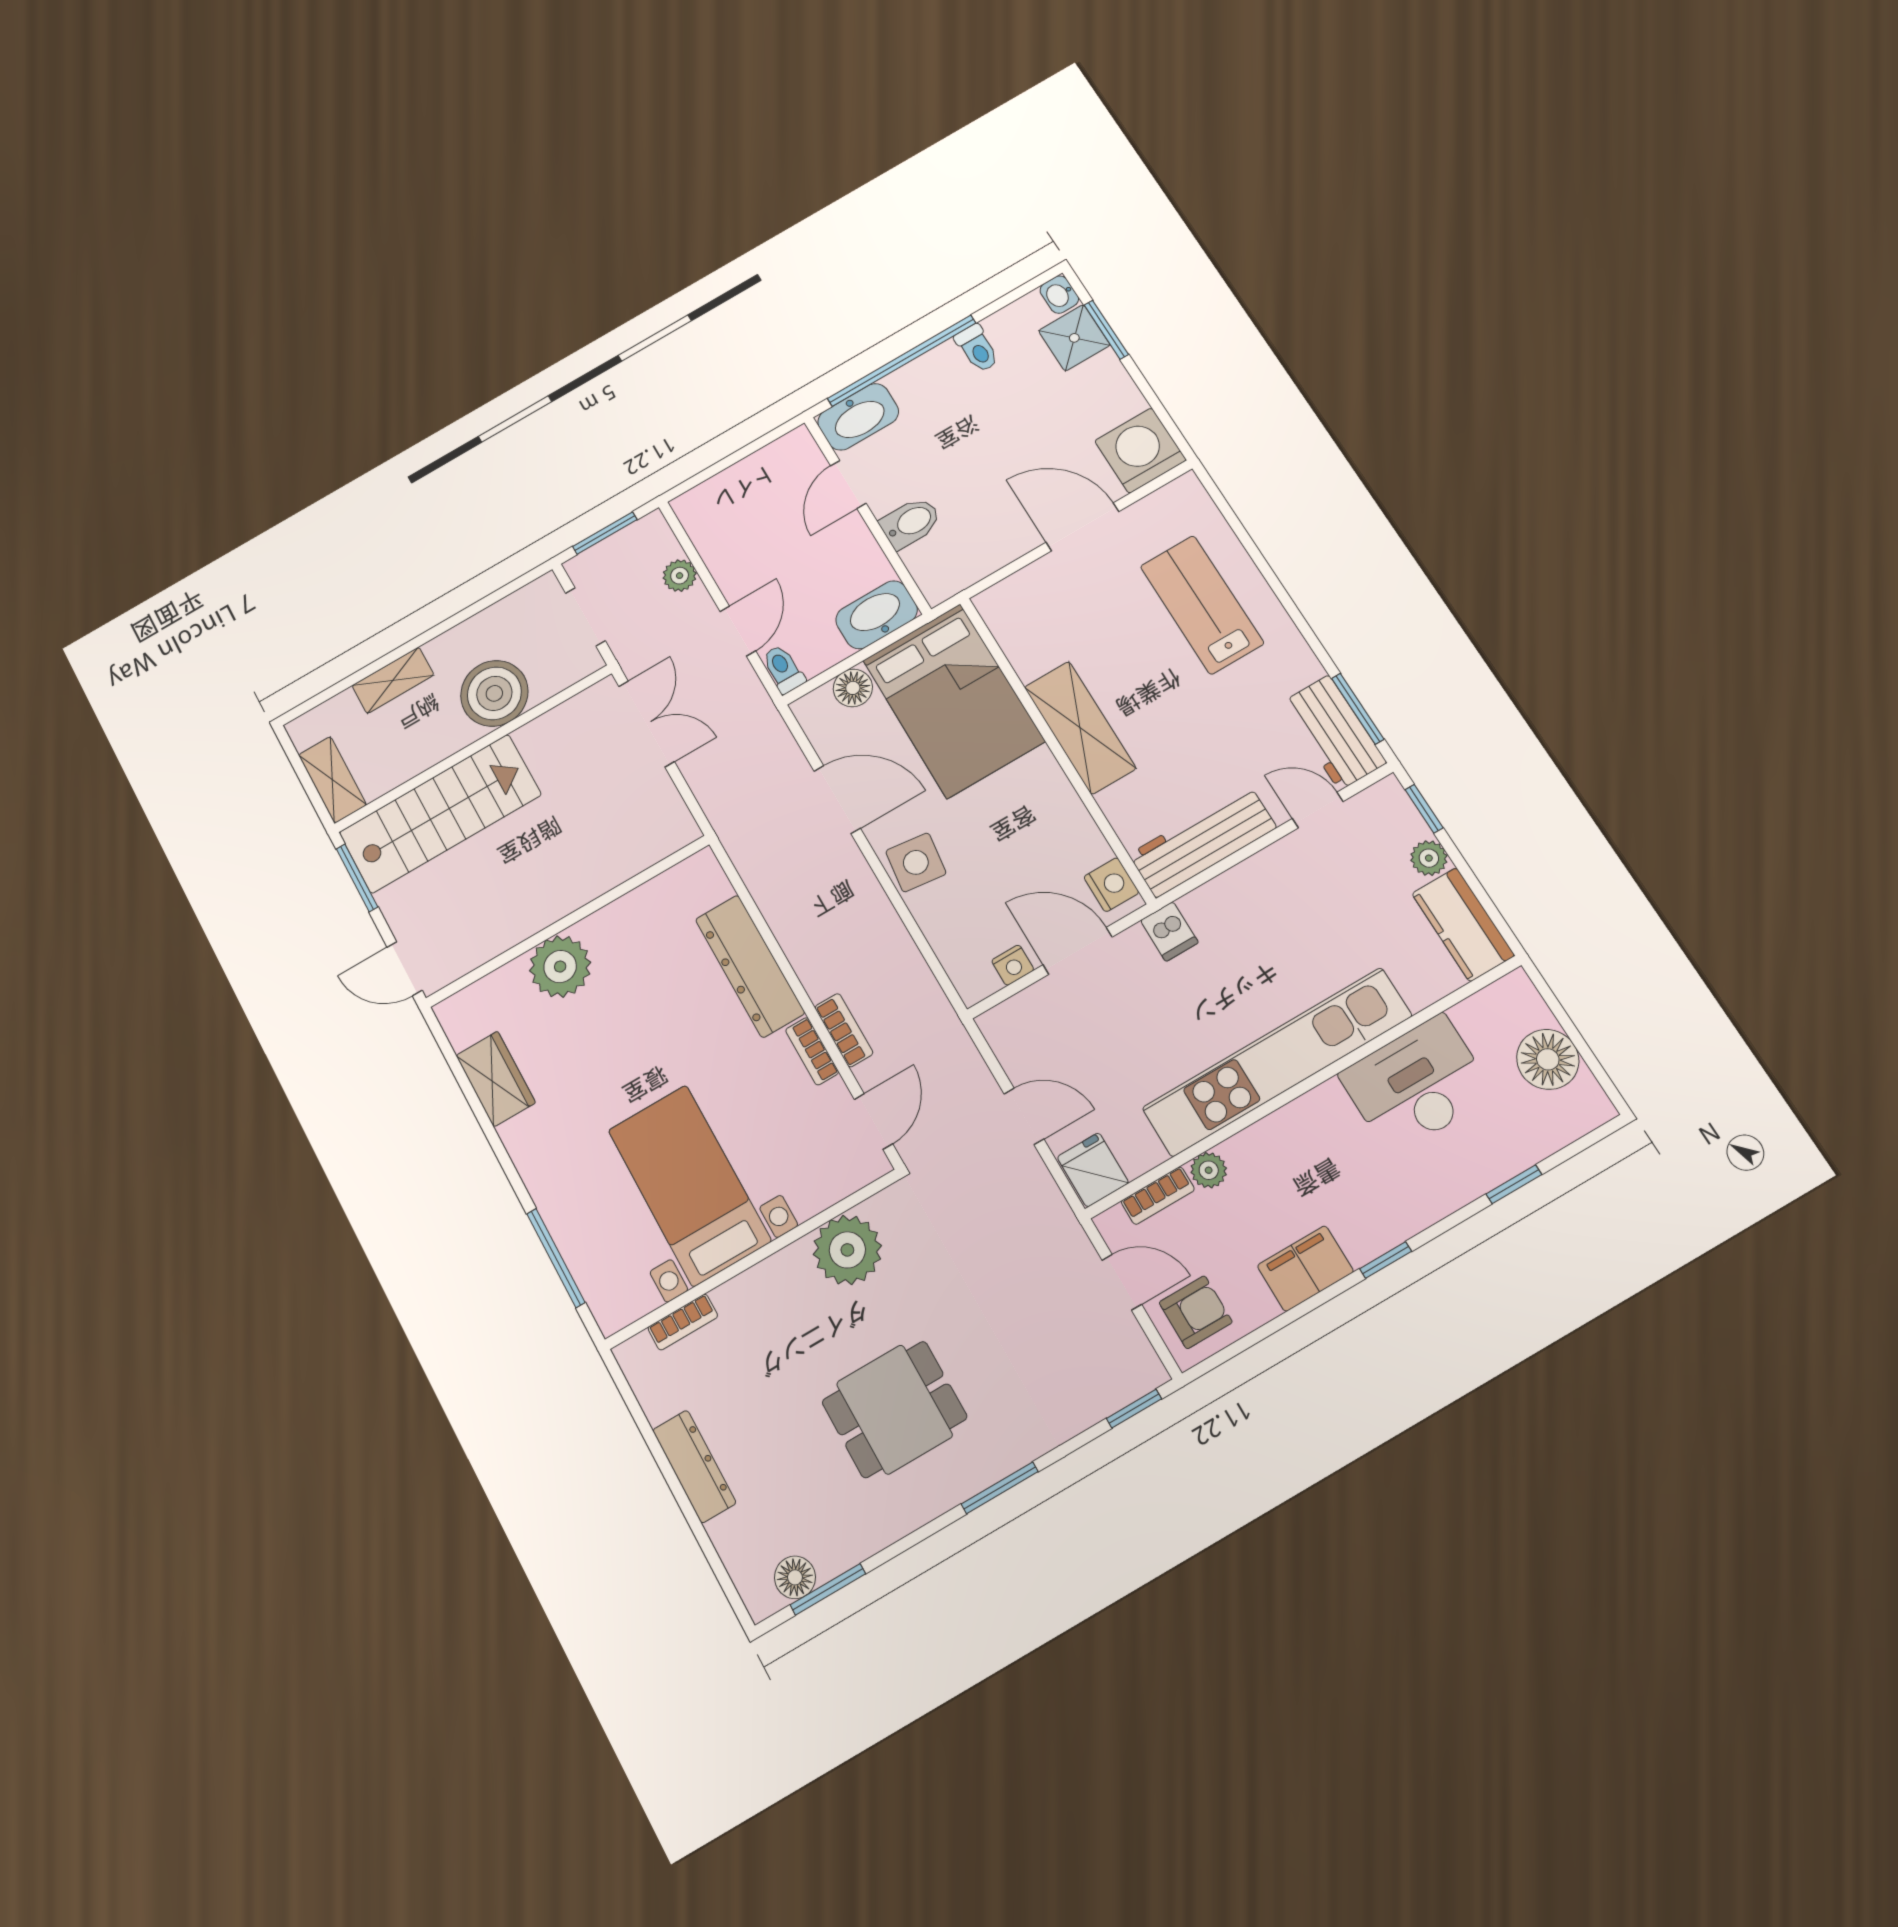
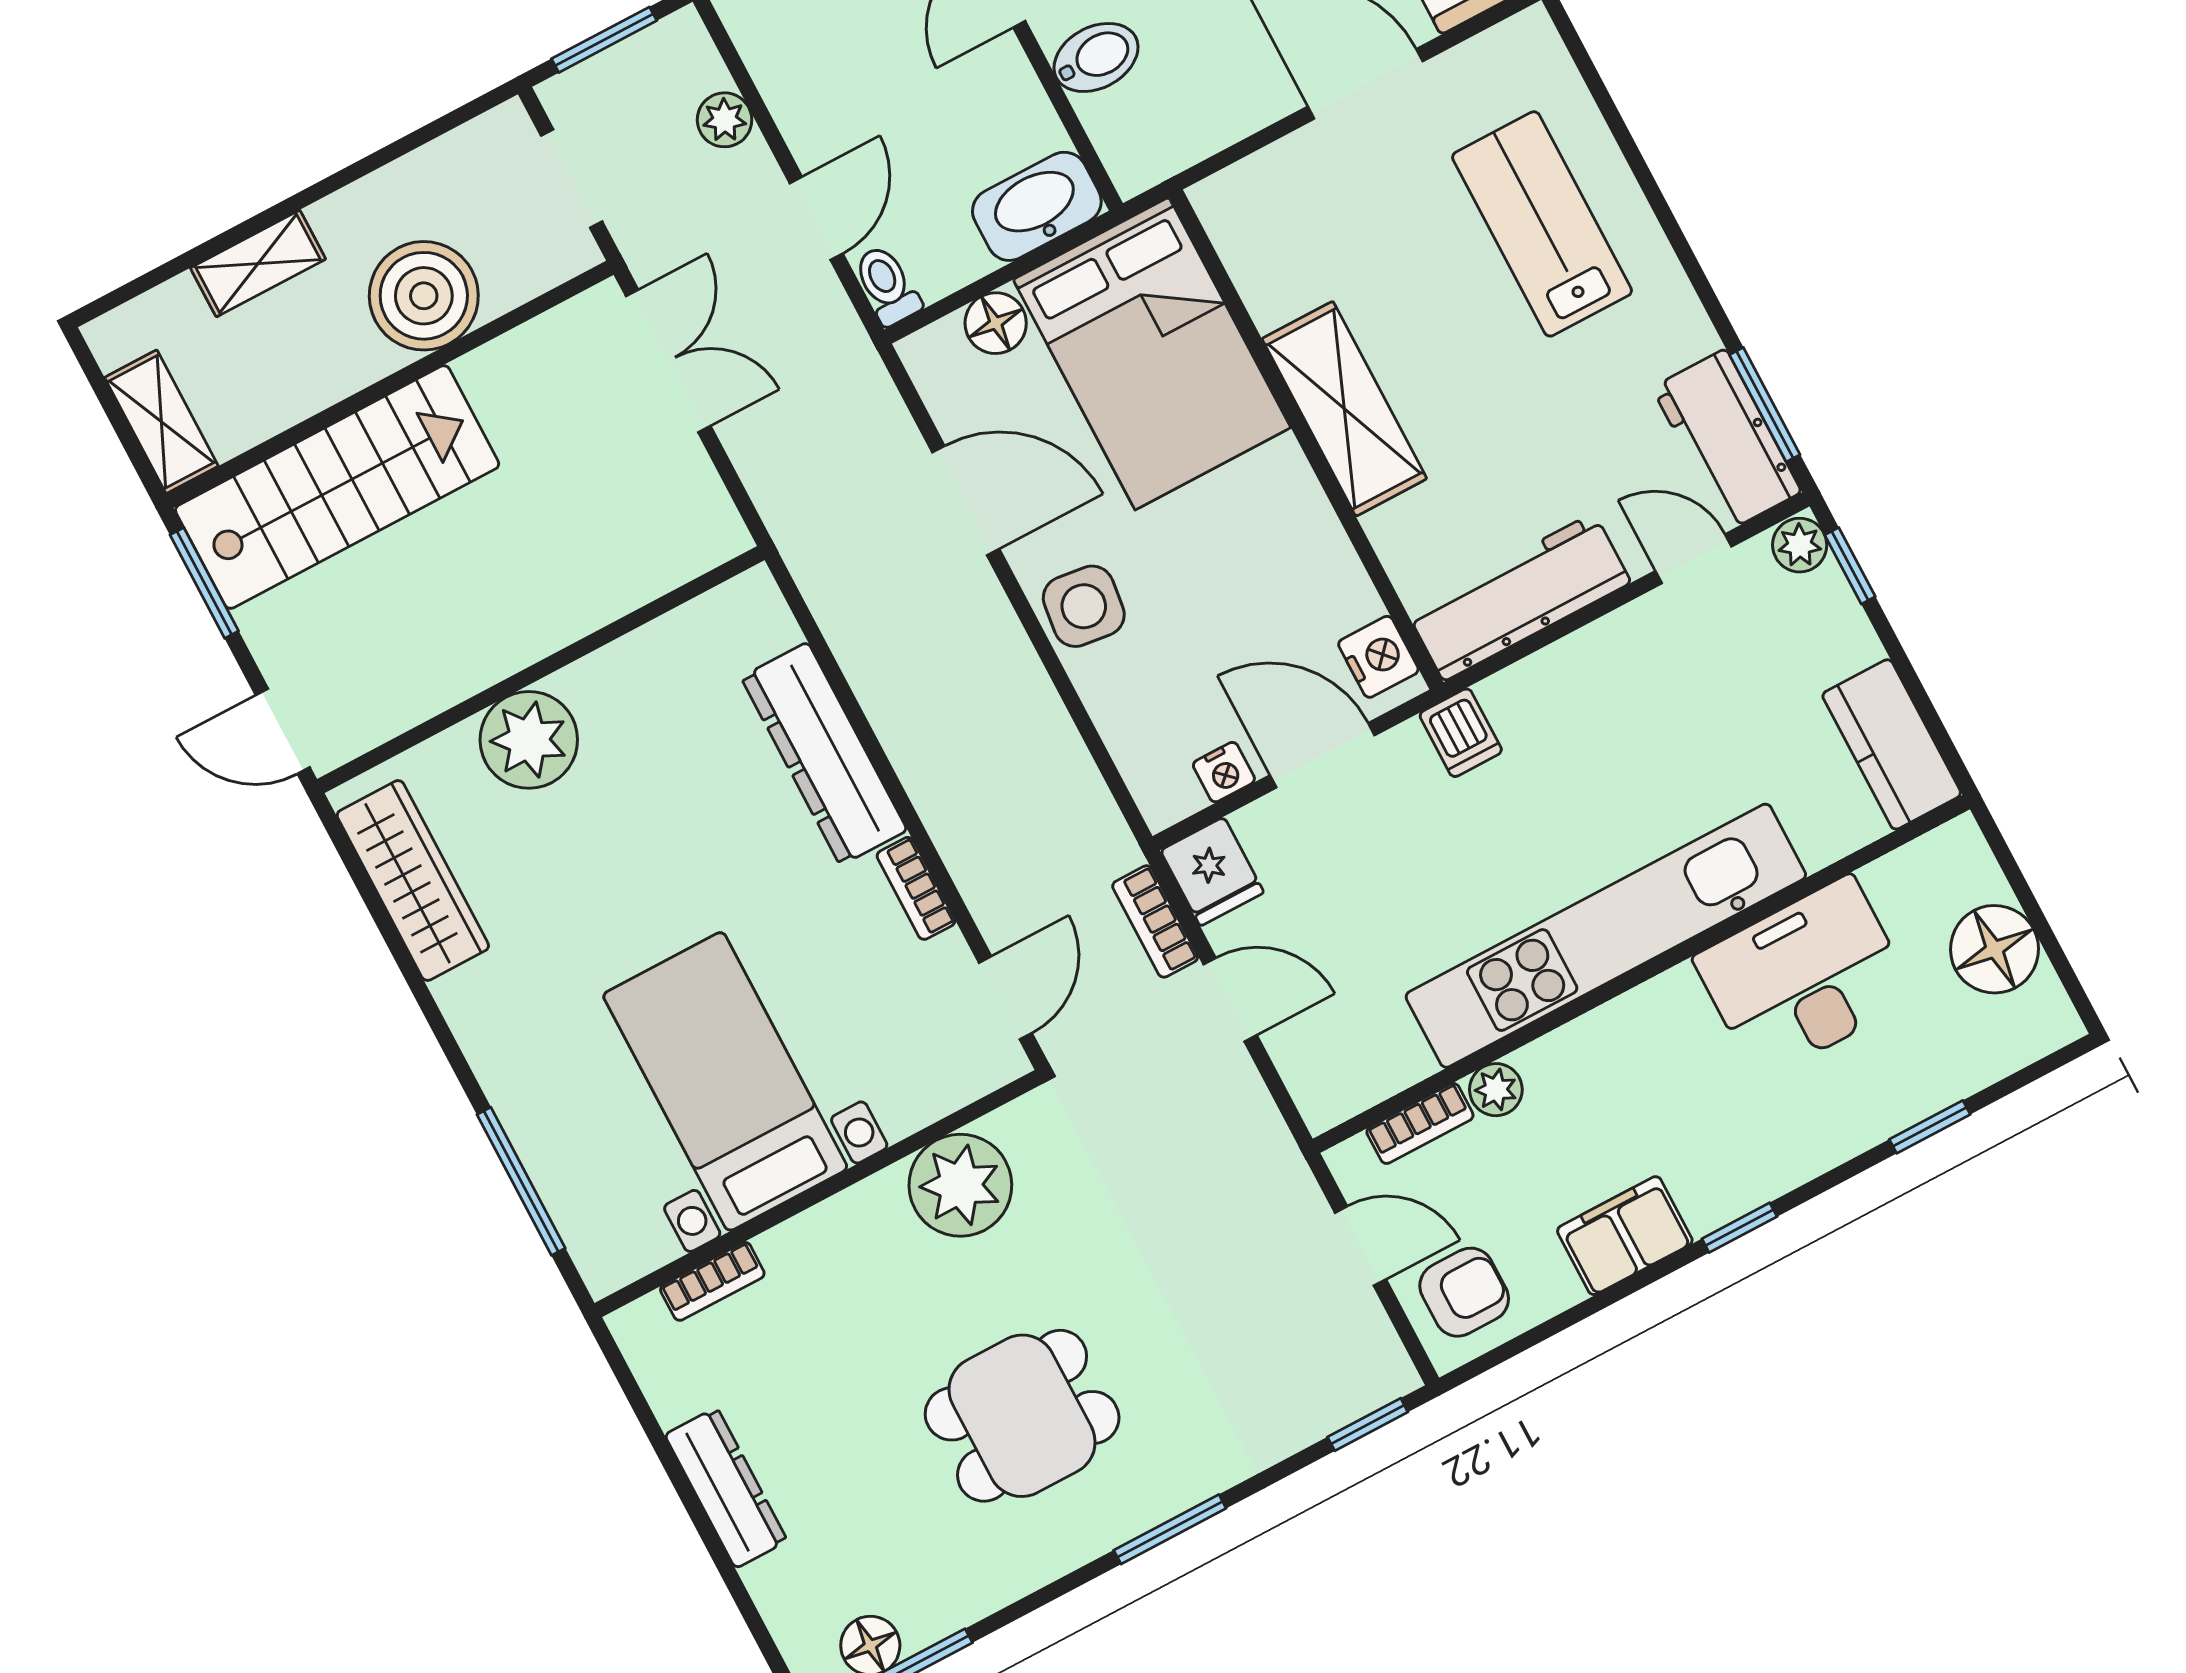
plant: (1429, 858) -> (1800, 545), moved
bookcase: (844, 1030) -> (1155, 921), moved, turned 180
wardrobe: (496, 1079) -> (413, 881), width x1.50
fridge: (1093, 1170) -> (1212, 871), moved, turned 180

